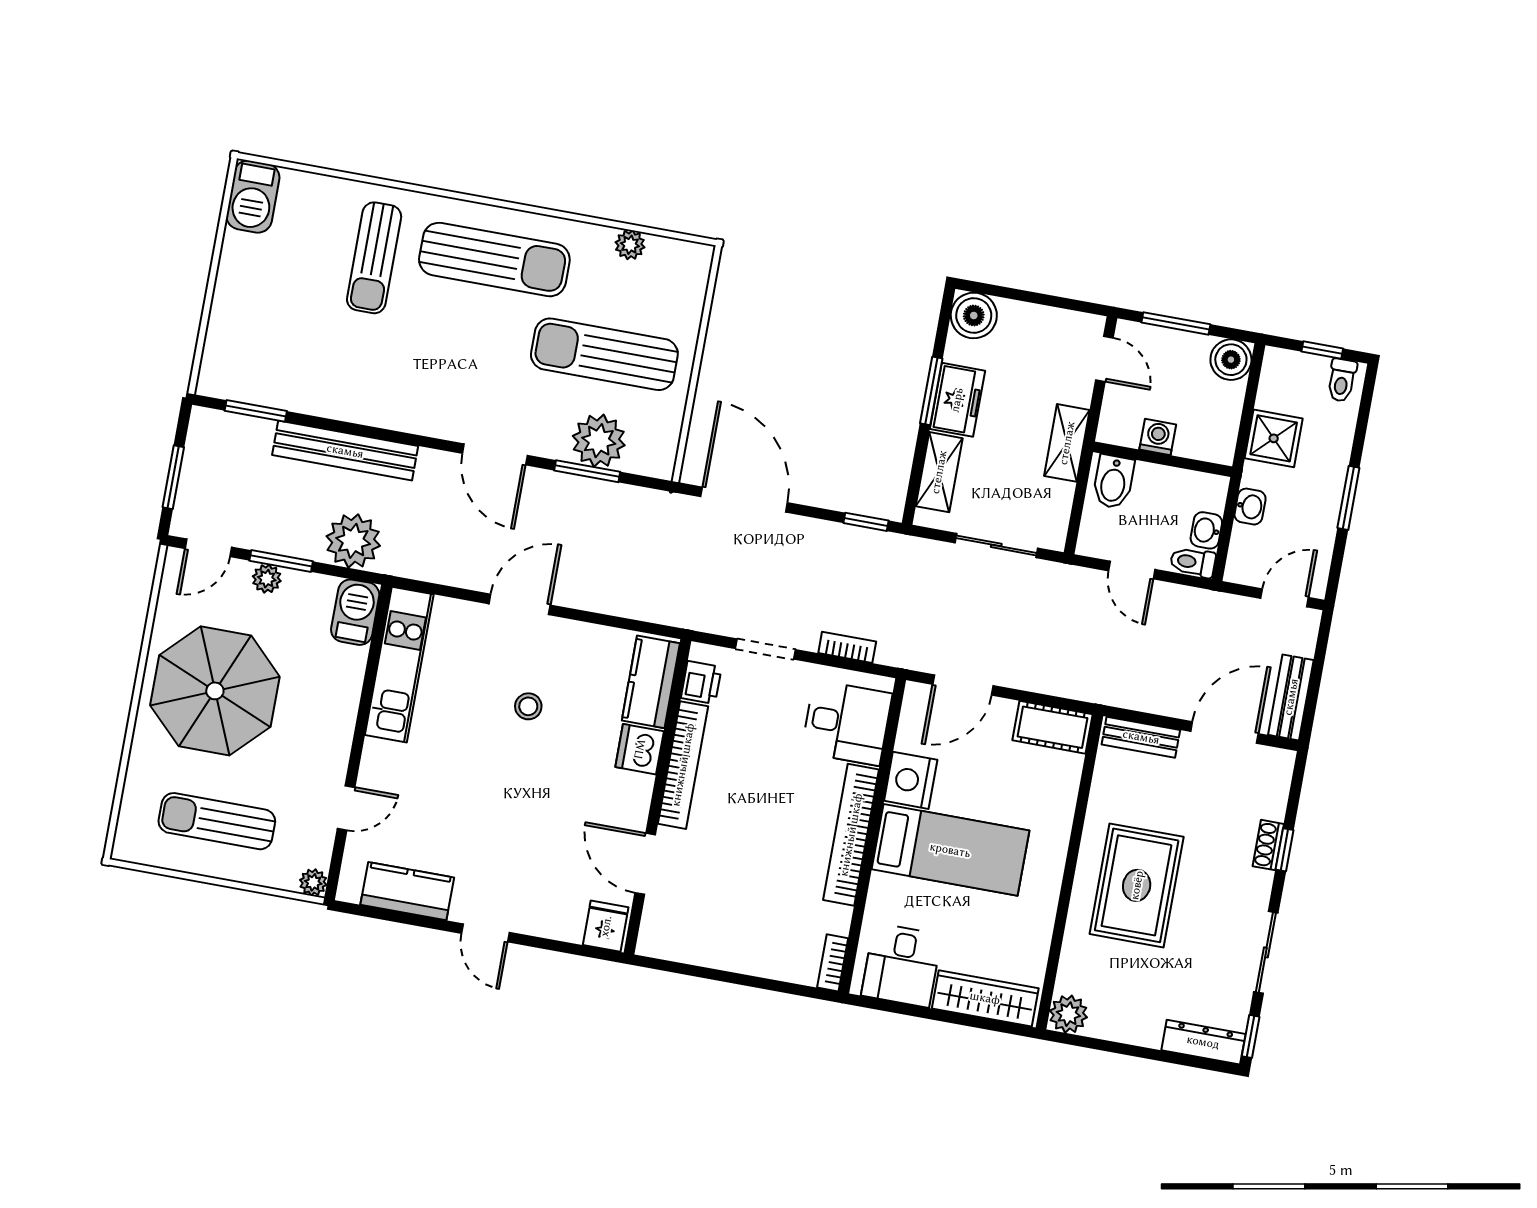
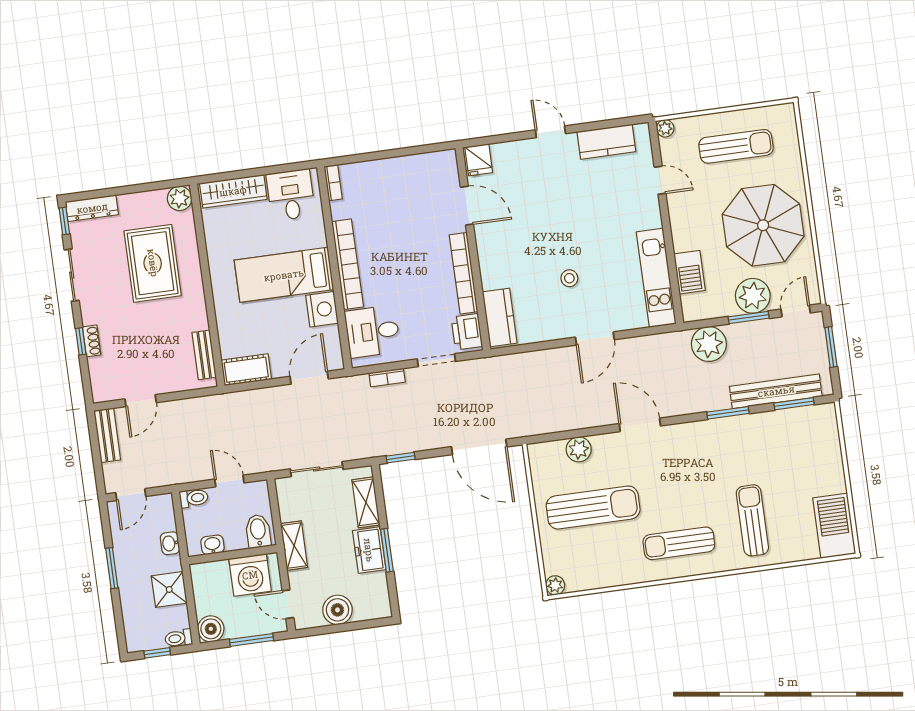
barbecue: (253, 197) -> (834, 526), width x1.37, depth x1.21
plant: (630, 245) -> (555, 585), moved
sun lounger: (494, 260) -> (679, 543), width x0.73, depth x0.75
boiler: (974, 315) -> (337, 610), moved
toilet: (1342, 380) -> (179, 638), moved, turned -90
washing machine: (1158, 437) -> (250, 575), width x1.89, depth x1.89
plant: (599, 441) -> (579, 449), width x0.73, depth x0.73
bench: (345, 451) -> (776, 391), moved
window: (587, 471) -> (728, 413), moved
washbasin: (1206, 530) -> (212, 545), moved, turned -90
plant: (267, 579) -> (753, 296), width x1.87, depth x1.87
barbecue: (355, 612) -> (689, 272), moved
printer: (701, 683) -> (467, 332), width x1.36, depth x1.24
door: (1225, 733) -> (141, 401), width x0.73
bench: (1141, 737) -> (204, 355), moved, turned 90
dishwasher: (640, 749) -> (493, 274), removed
door: (346, 808) -> (660, 180), swing flipped
rug: (1137, 885) -> (153, 263), moved

